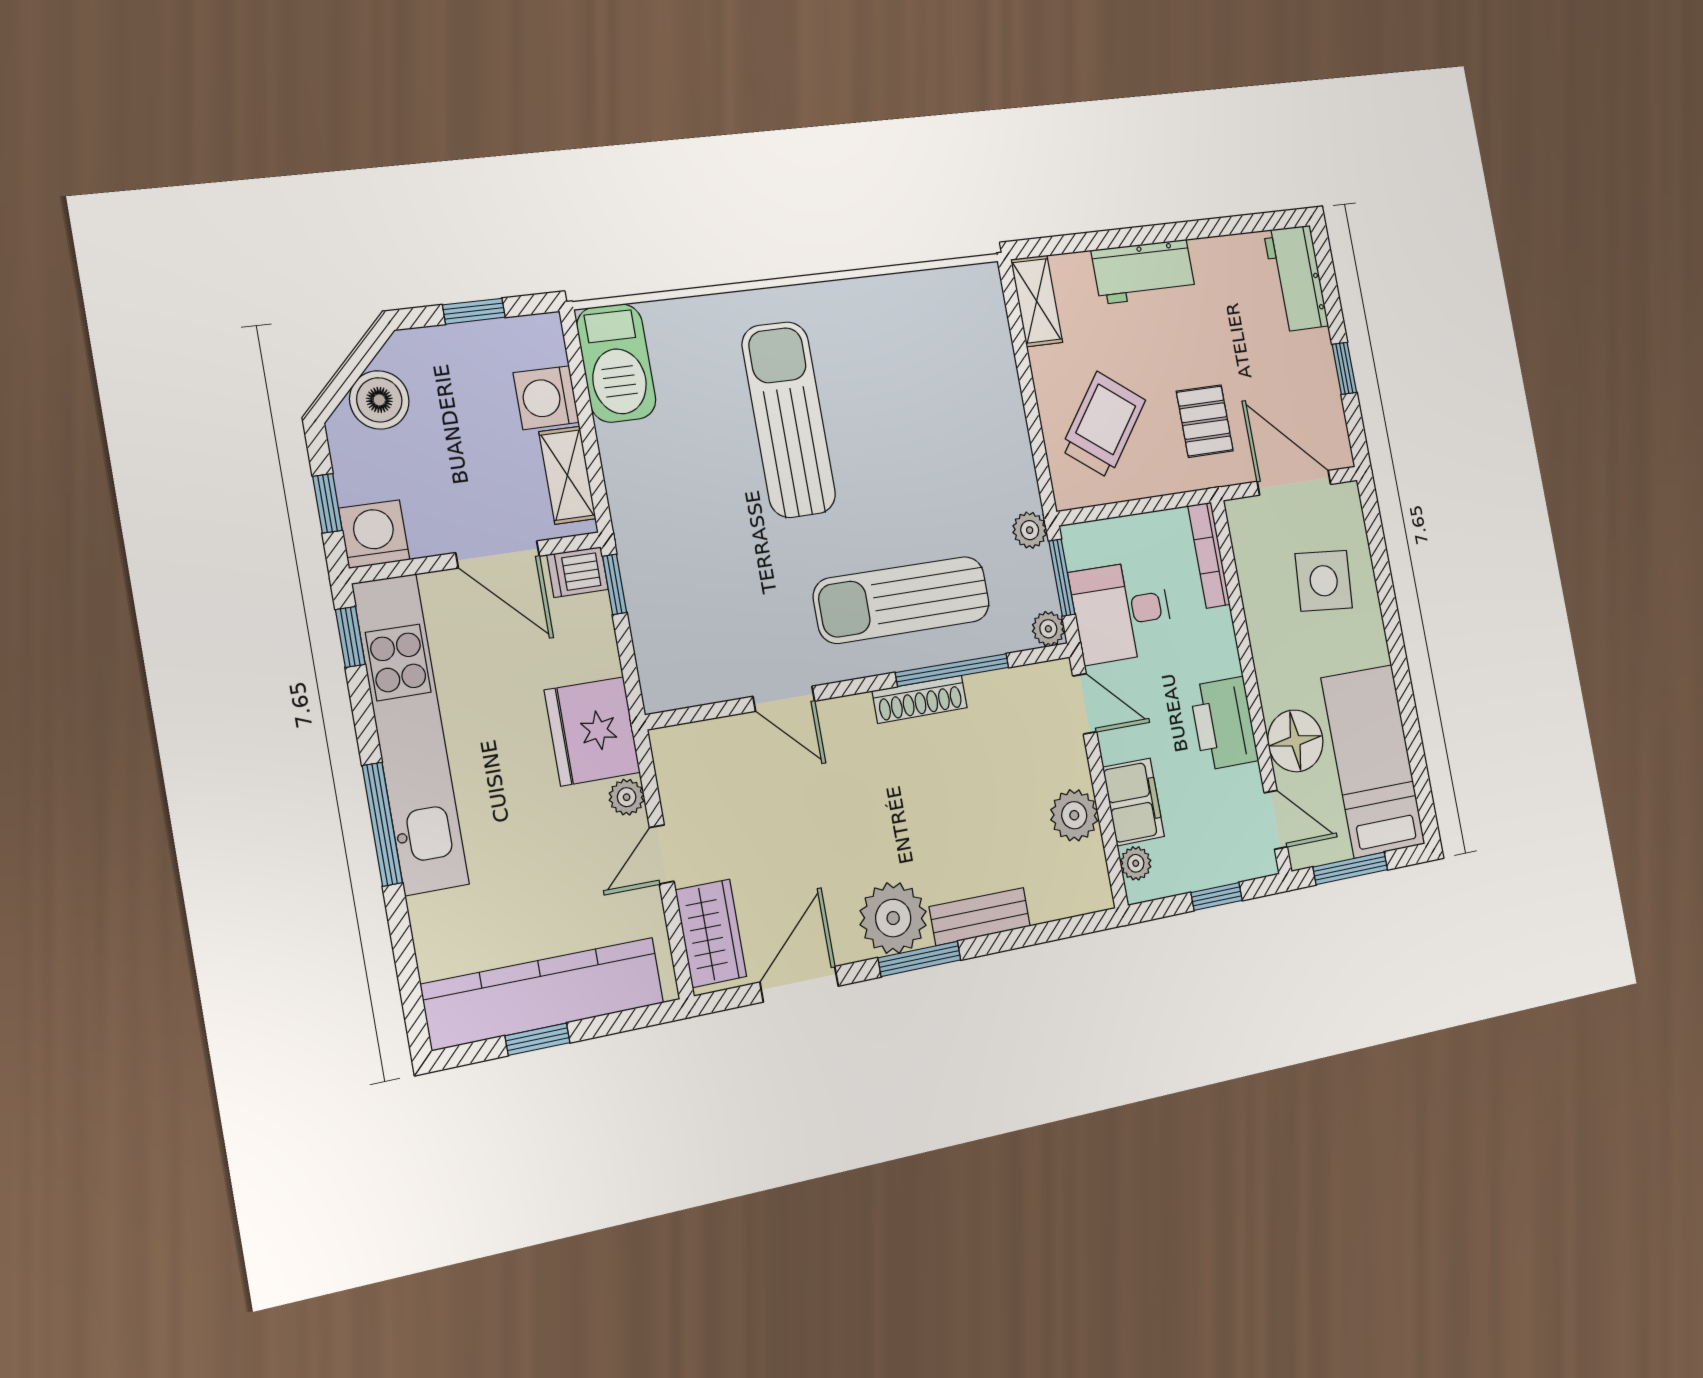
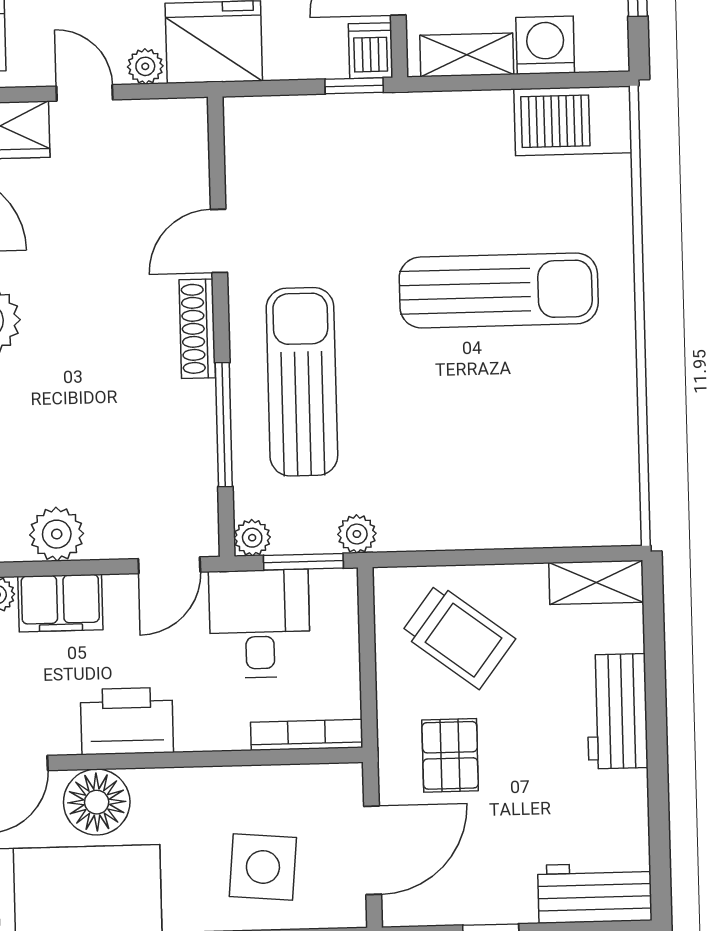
pallet: (1205, 421) -> (450, 755), turned 90
shoe rack: (920, 699) -> (197, 329), moved

